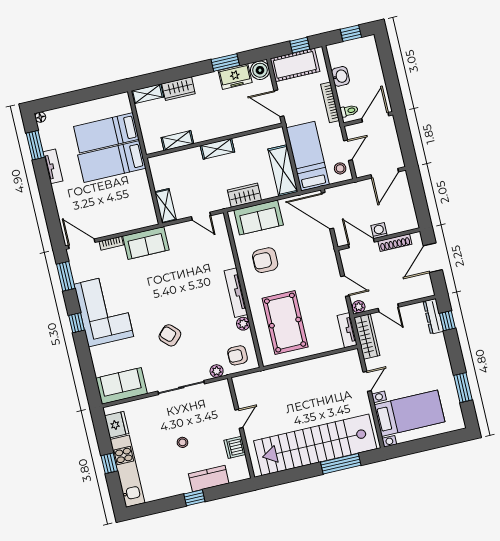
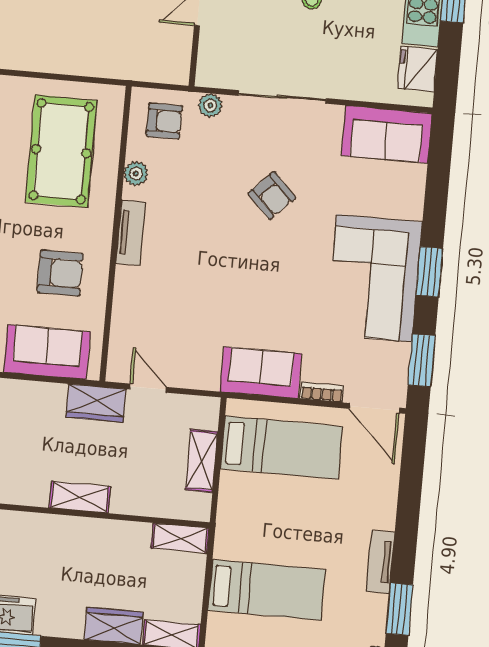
shelving: (177, 141) -> (180, 538), moved
bed: (112, 162) -> (281, 447), moved
wardrobe: (244, 195) -> (96, 403), moved
shelving: (165, 206) -> (202, 461), moved
tv unit: (236, 293) -> (131, 233), width x0.71
window: (77, 323) -> (429, 272), width x1.50

